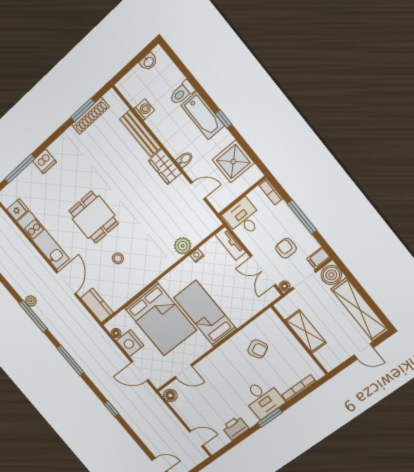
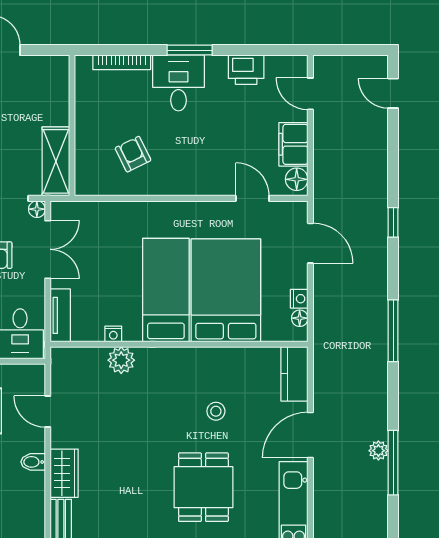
bed: (205, 313) -> (166, 290), moved, turned 180
window: (33, 316) -> (393, 463), moved
shelving: (306, 331) -> (56, 161), moved
nightstand: (130, 343) -> (299, 299), width x0.53, depth x0.56
filing cabinet: (185, 410) -> (293, 144), added

